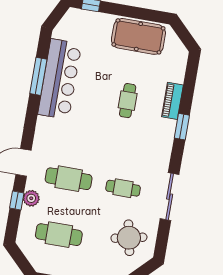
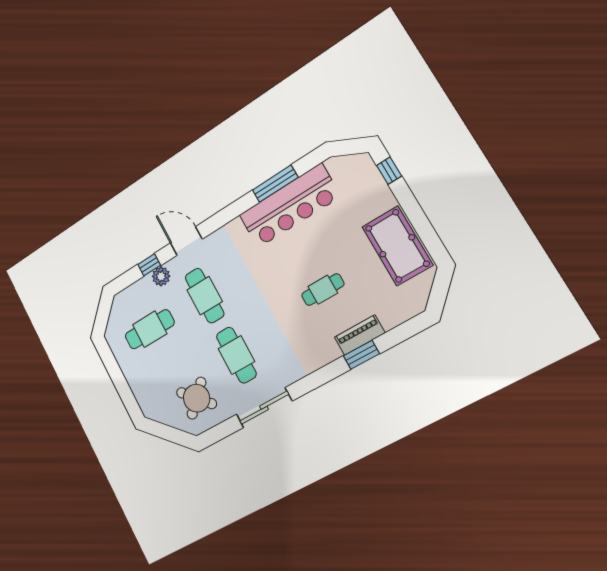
window: (182, 127) -> (361, 355), moved
cafe table: (123, 188) -> (236, 355), width x1.37, depth x1.35
cafe table: (59, 235) -> (150, 329), turned 90
round table: (129, 238) -> (197, 398), turned -32

